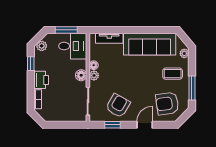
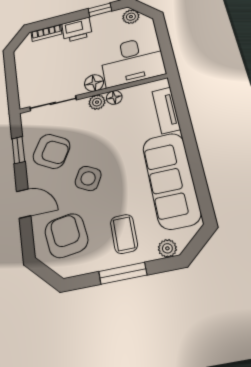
window: (66, 30) -> (165, 43), removed
desk: (73, 46) -> (132, 61), width x1.37
side table: (139, 87) -> (88, 178), added
window: (192, 88) -> (123, 273), moved

